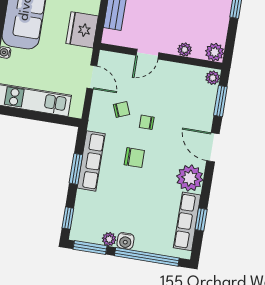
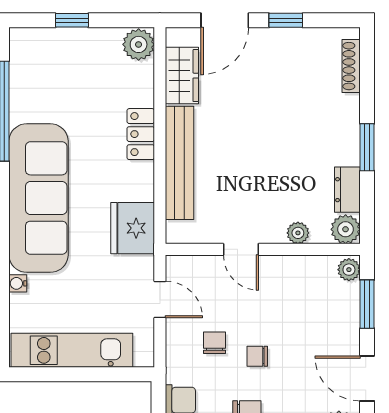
dresser: (220, 28) -> (347, 190), added
door: (147, 54) -> (241, 249), hinge flipped
chair: (121, 110) -> (215, 343), turned -68

